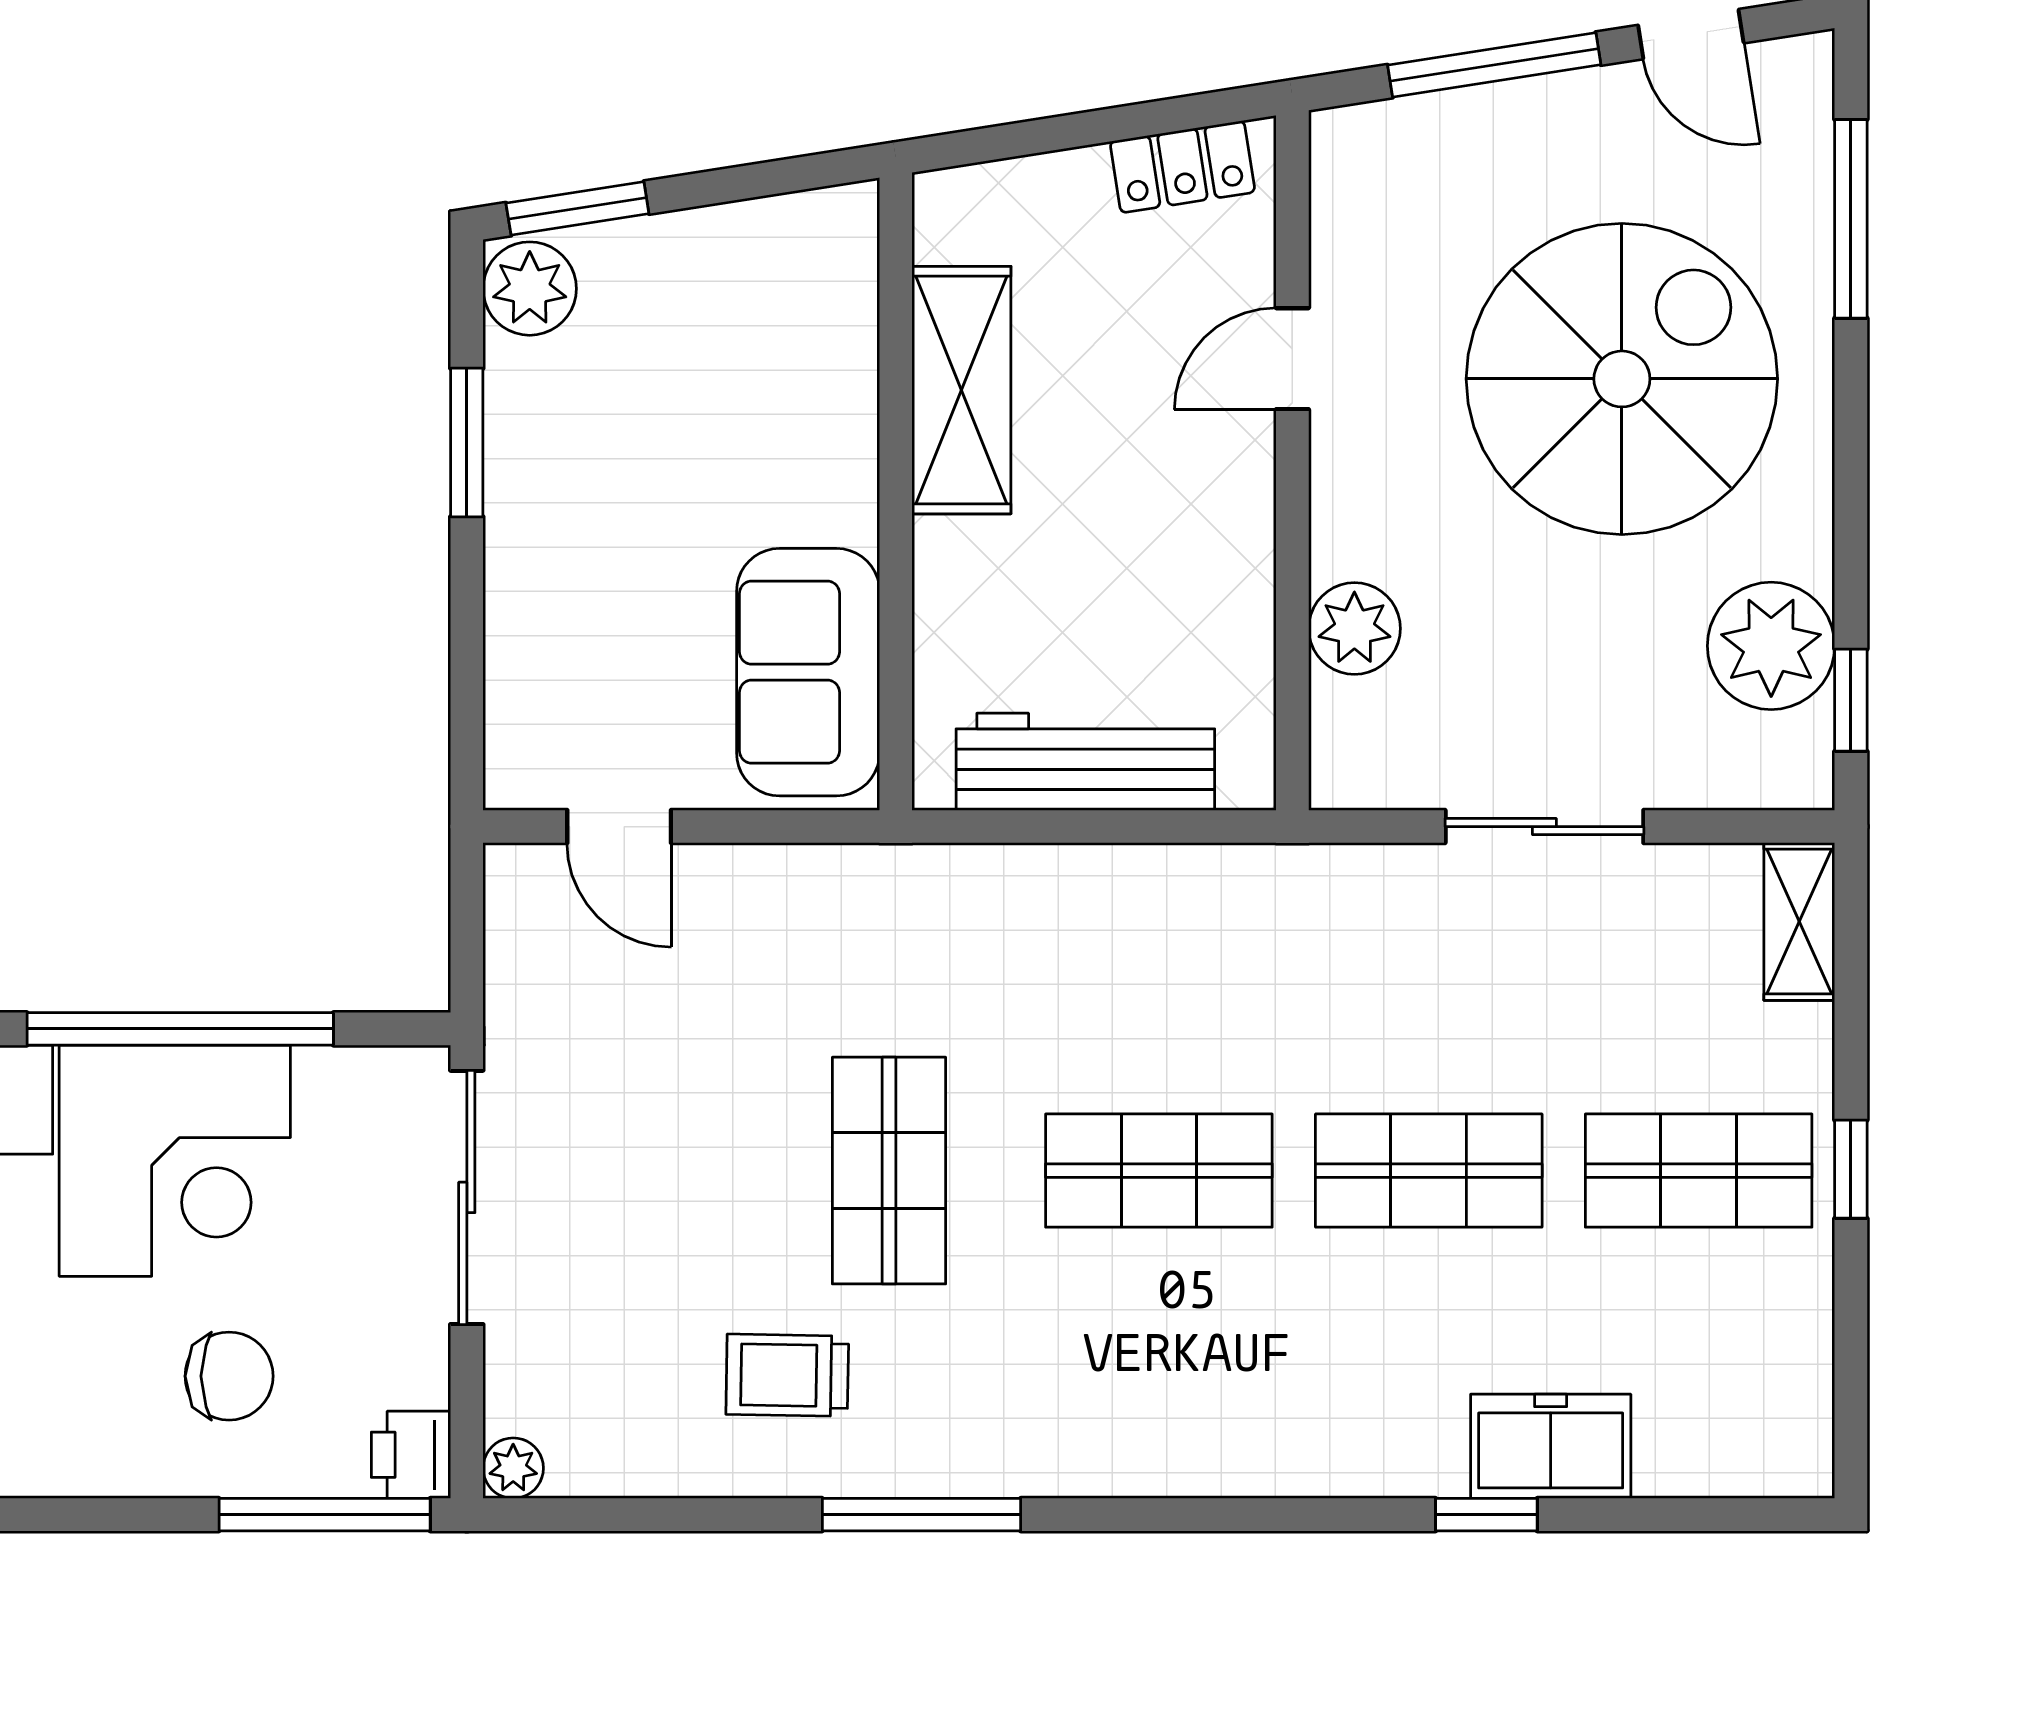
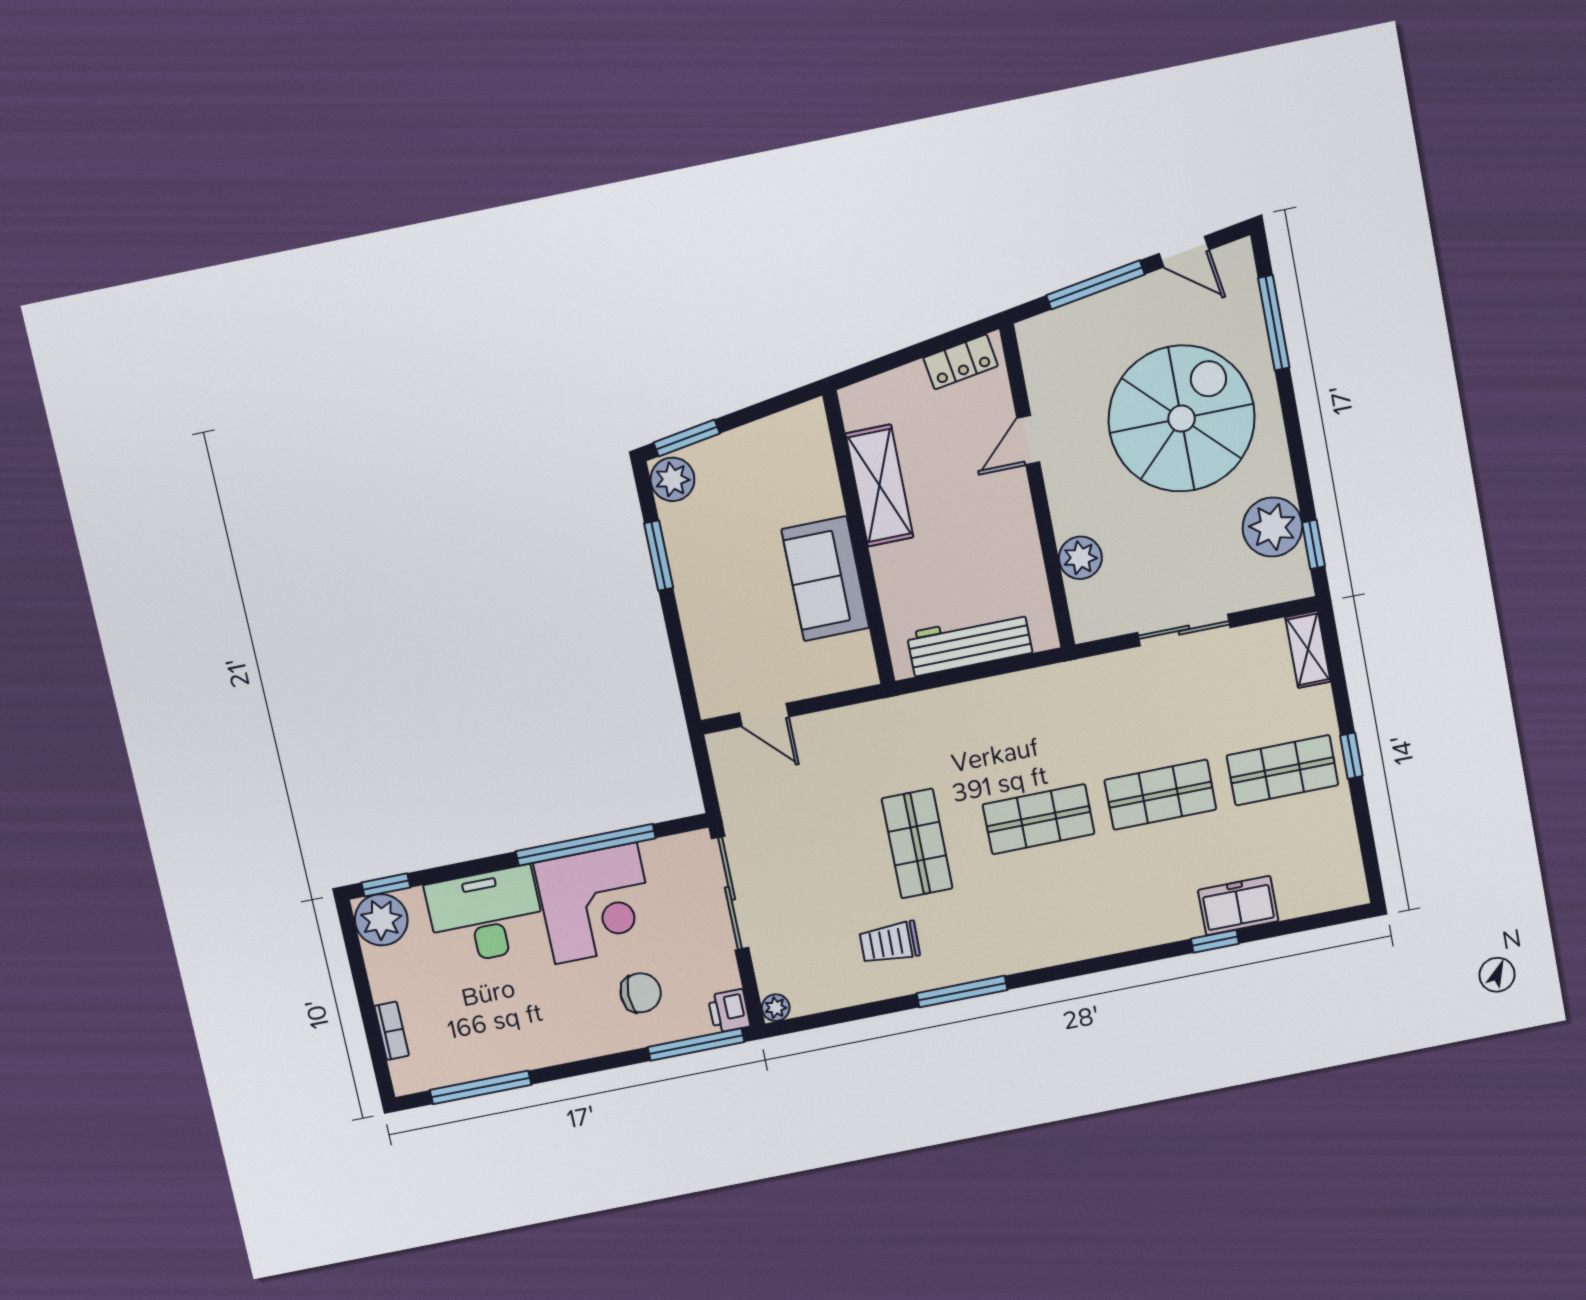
sofa: (808, 672) -> (825, 579), moved

